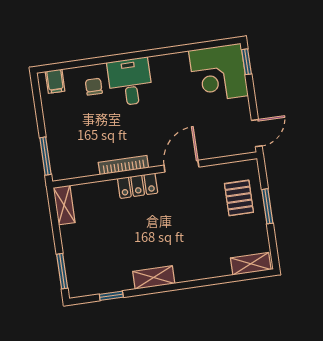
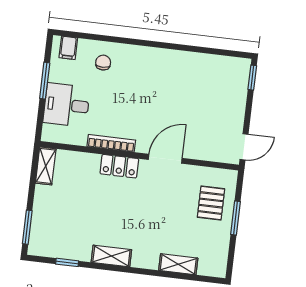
corner desk: (218, 73) -> (223, 81), removed
desk: (130, 82) -> (67, 105), moved, turned -90
window: (45, 156) -> (45, 81), moved
shelving: (251, 264) -> (178, 264), moved

